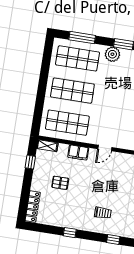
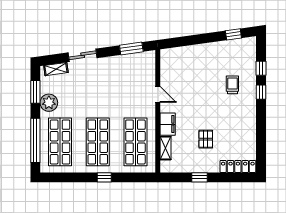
window: (82, 38) -> (35, 140), width x1.46
window: (41, 91) -> (104, 177), added
shelving: (47, 146) -> (165, 148), moved
window: (30, 162) -> (200, 177), moved
window: (70, 233) -> (261, 92), moved

